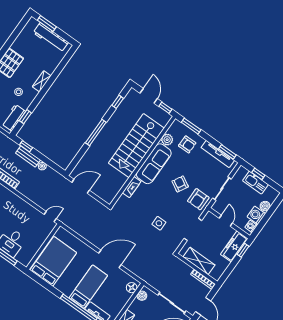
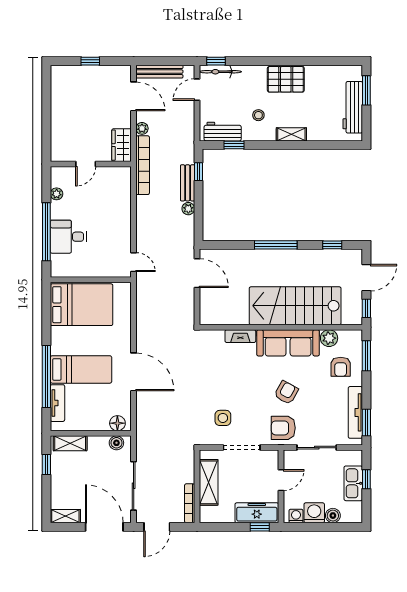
side table: (159, 223) -> (223, 418), moved

